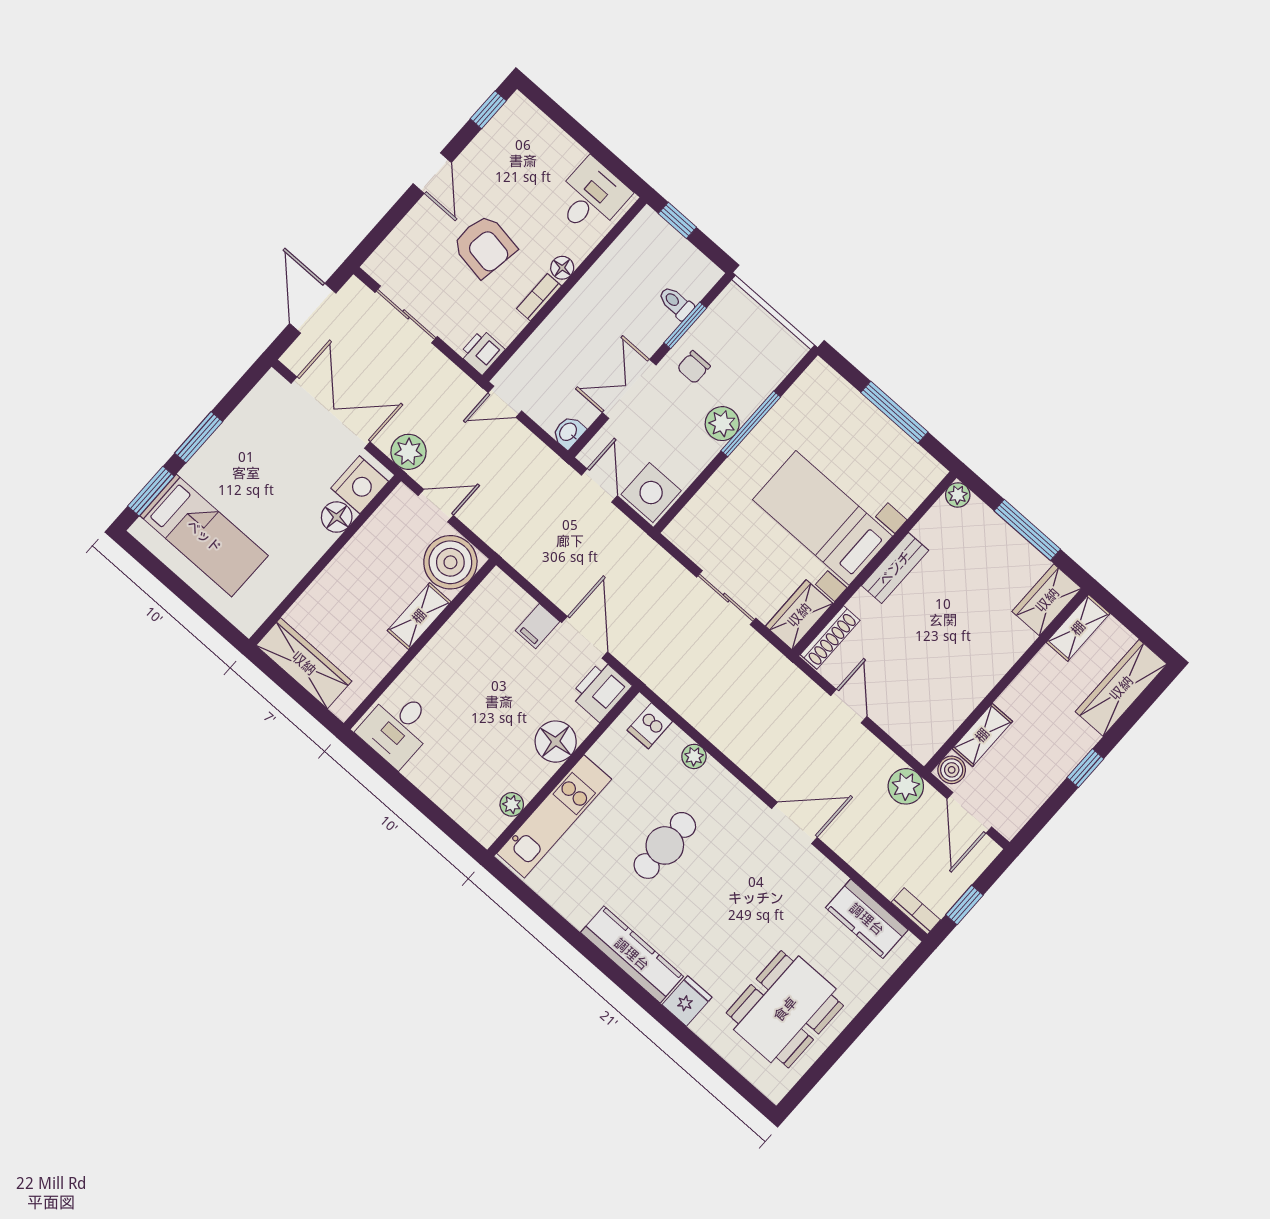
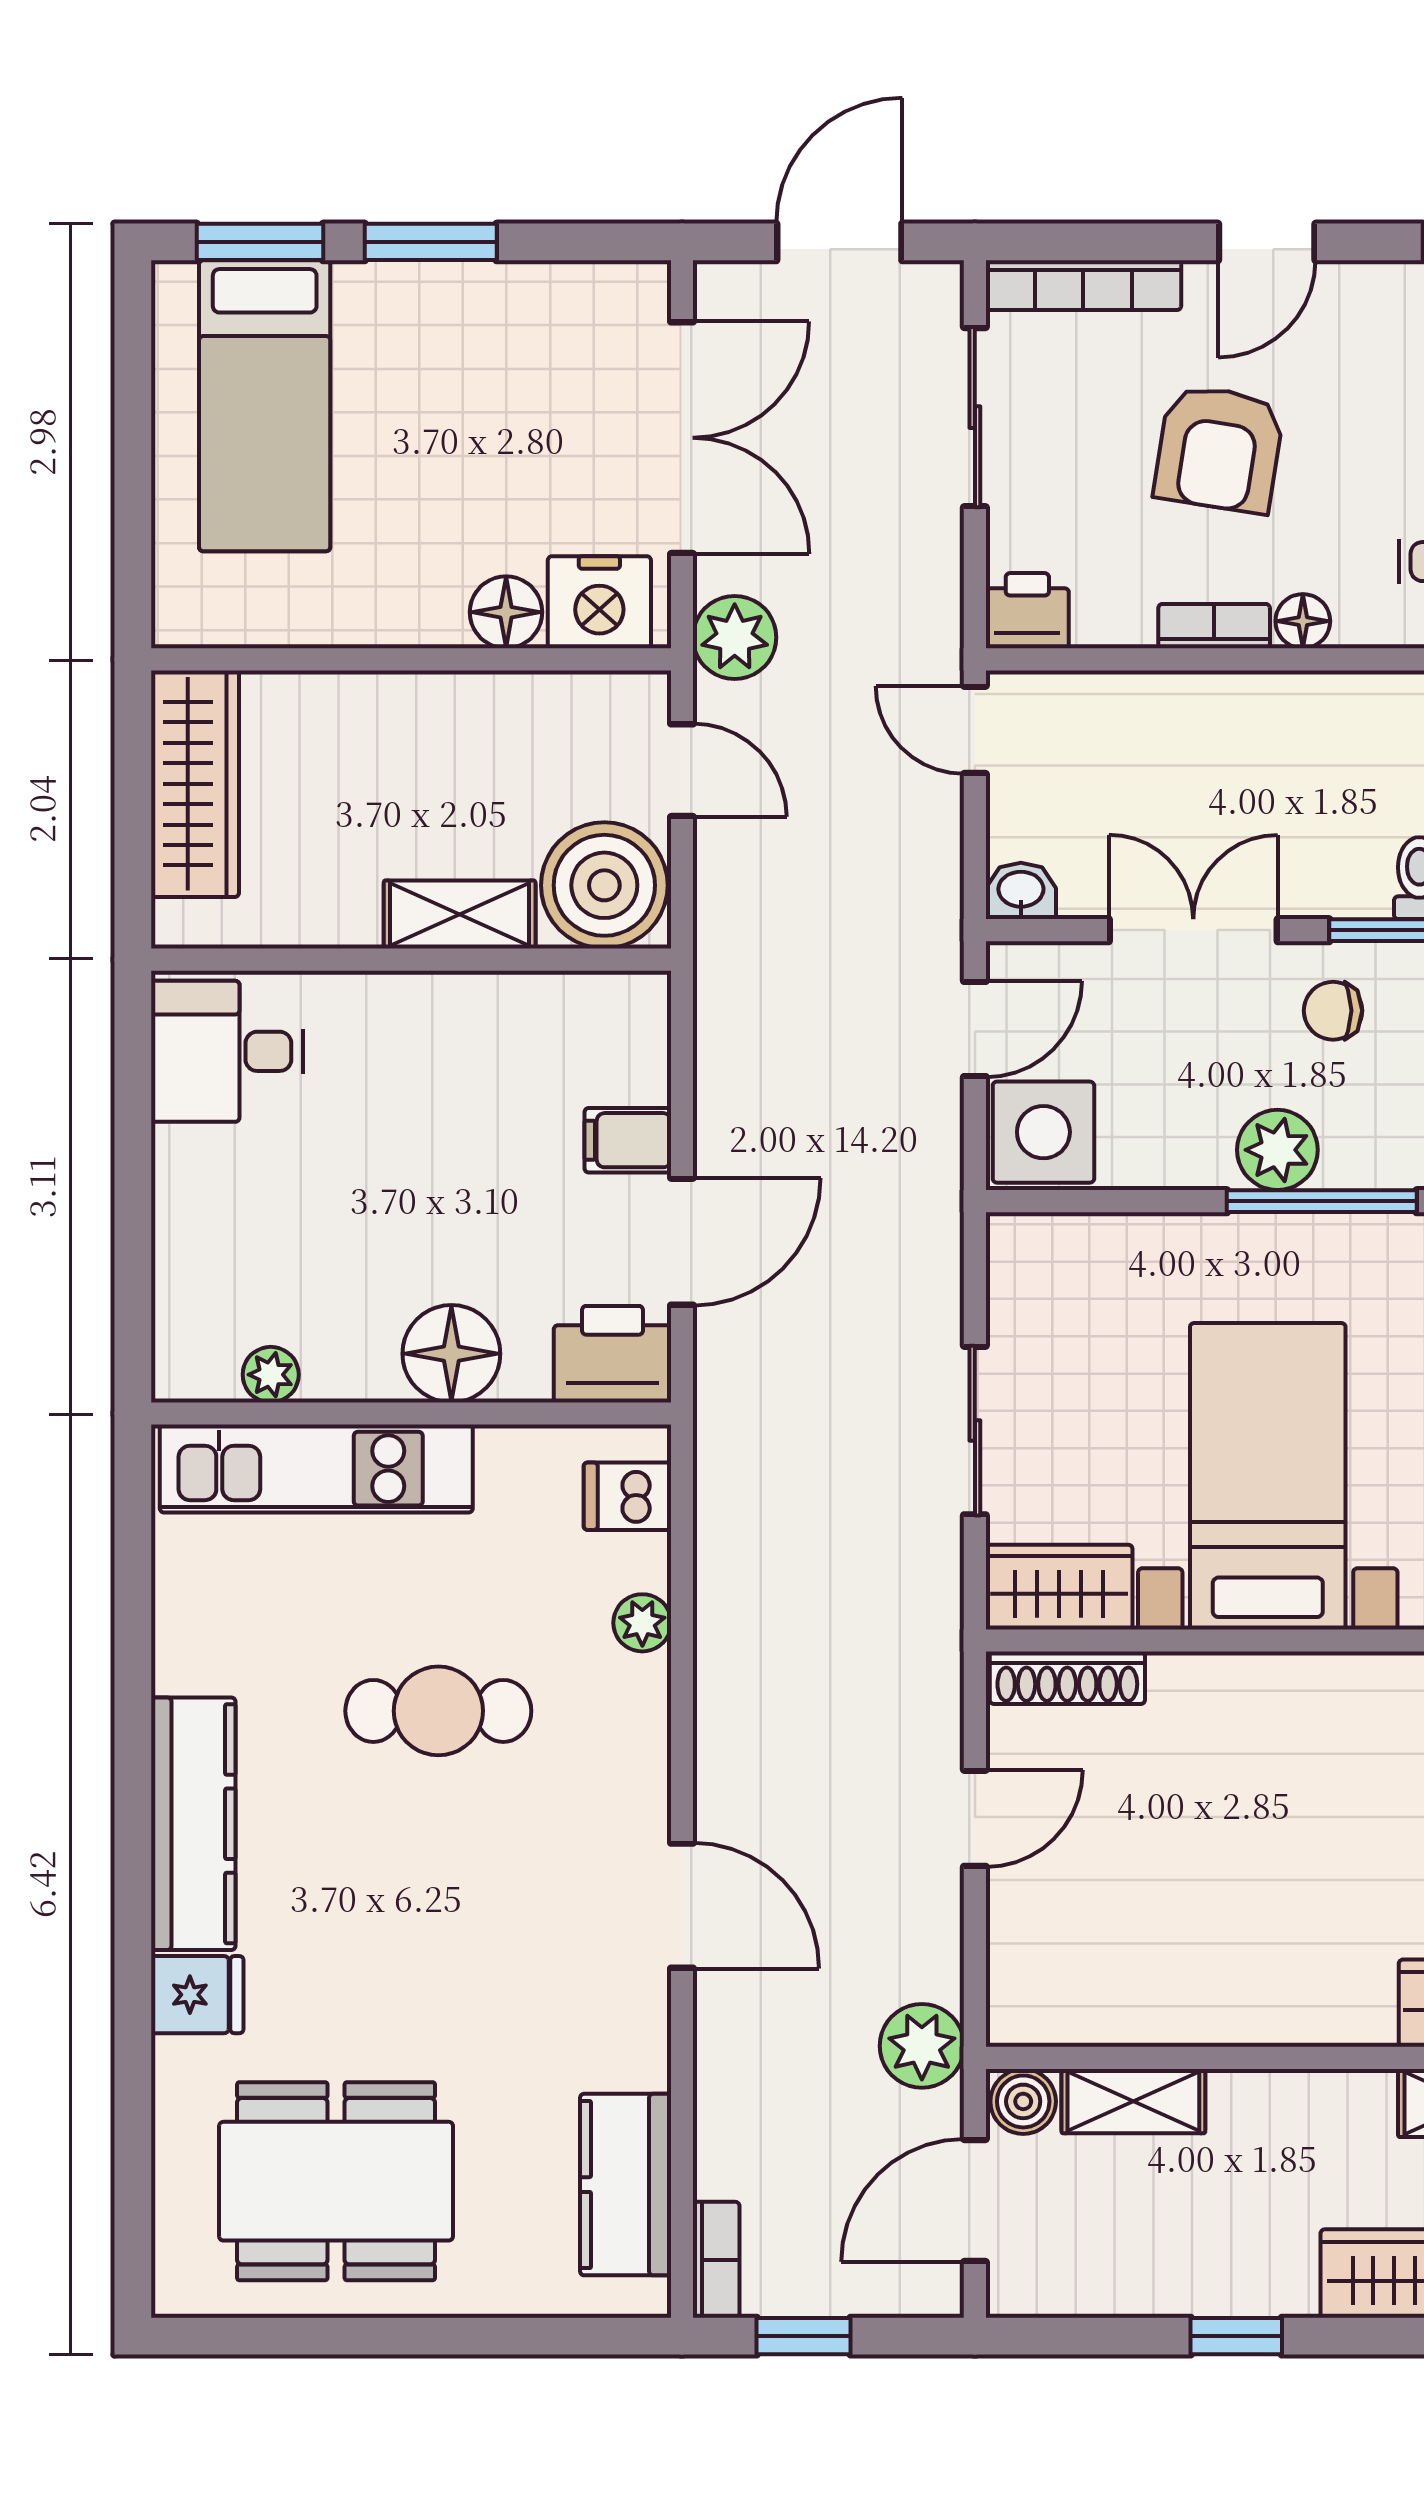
bookcase: (395, 243) -> (1083, 285), added
bench: (895, 568) -> (1293, 1684), removed

